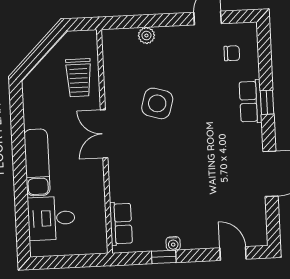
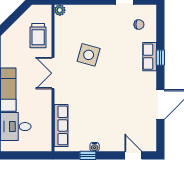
plant: (146, 36) -> (60, 10), moved
row of seats: (121, 224) -> (61, 125), width x1.48

